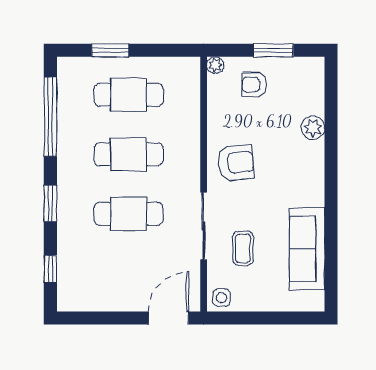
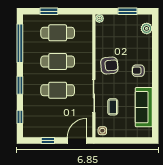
armchair: (254, 85) -> (138, 71), moved
plant: (313, 128) -> (147, 28), moved
window: (108, 318) -> (48, 140), added

